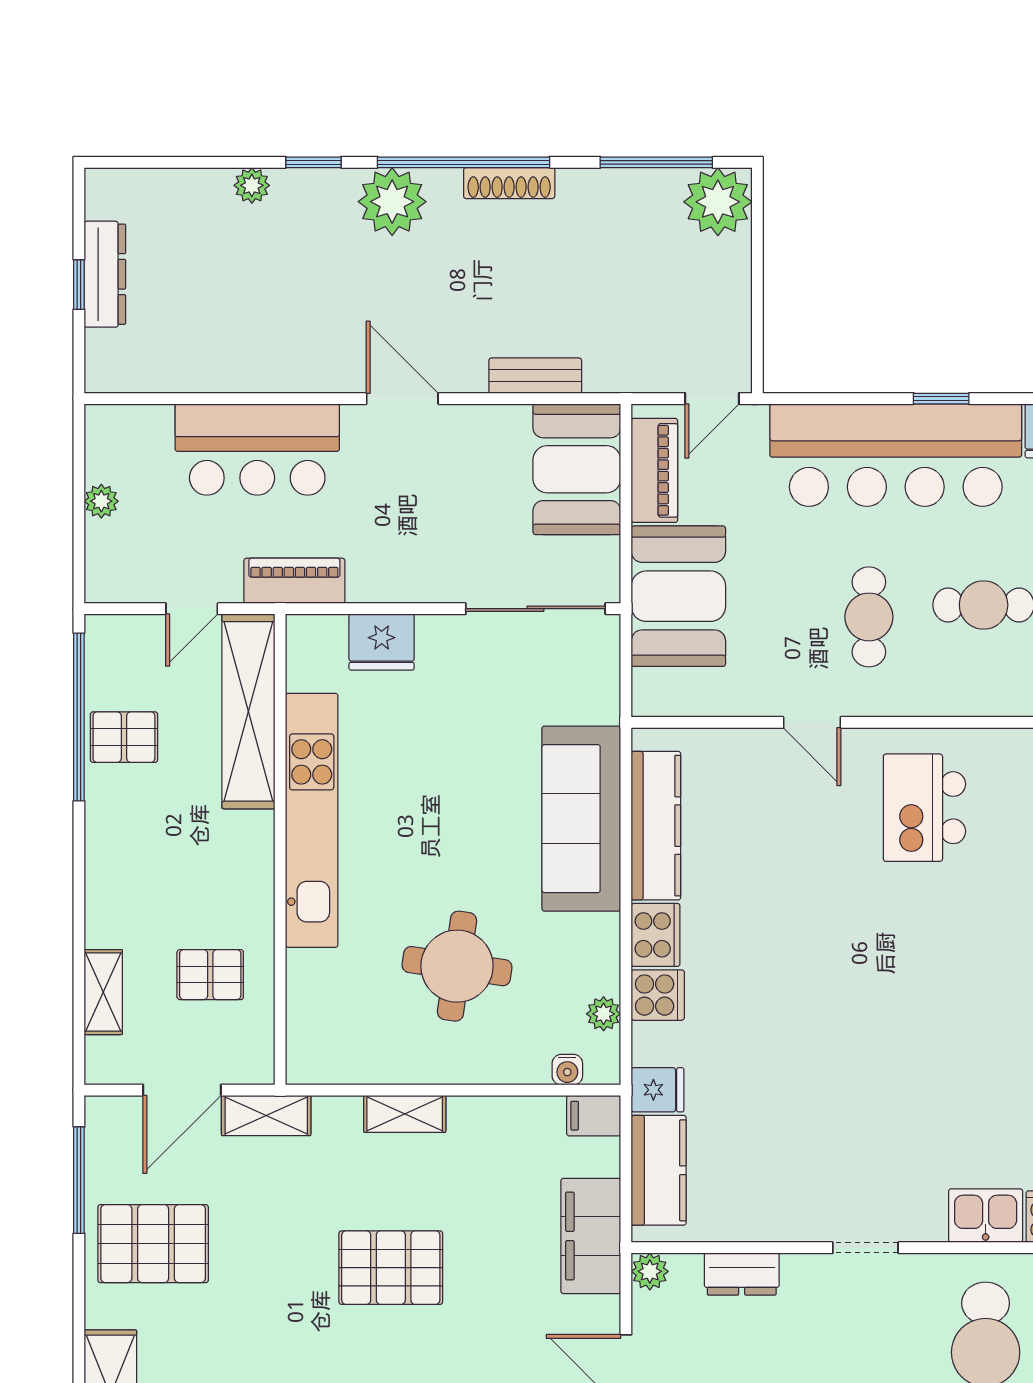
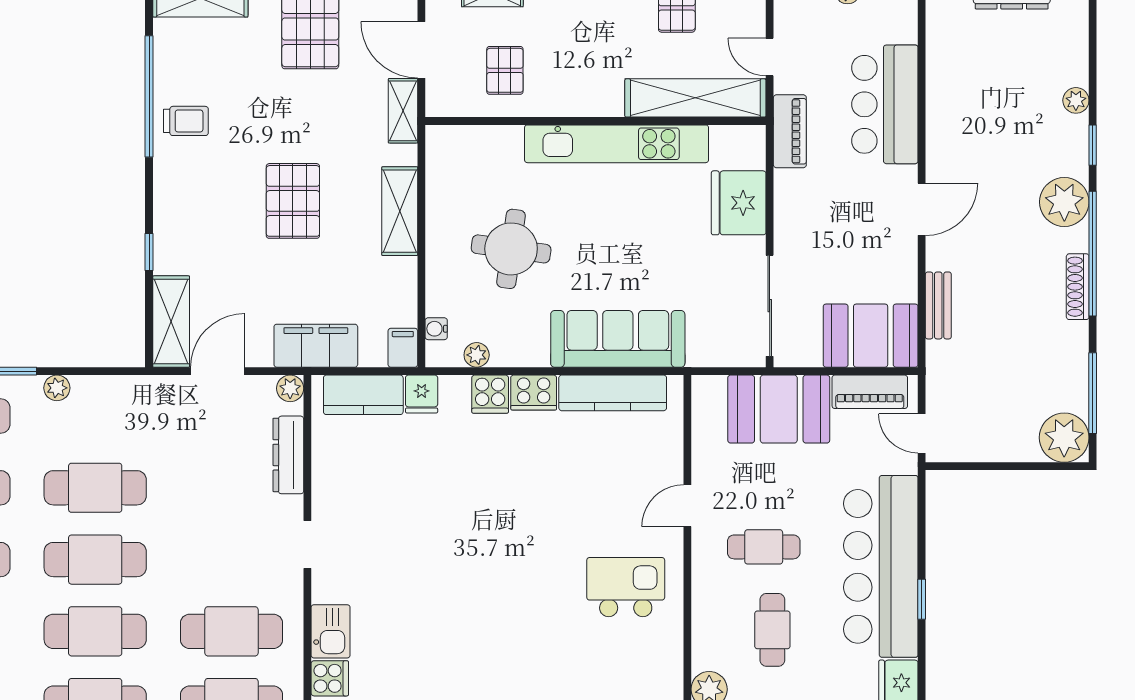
fridge: (382, 642) -> (739, 203), width x1.36, depth x1.34
shelving: (405, 1114) -> (400, 211), width x1.50, depth x1.33
dresser: (742, 1274) -> (288, 455), width x1.44

